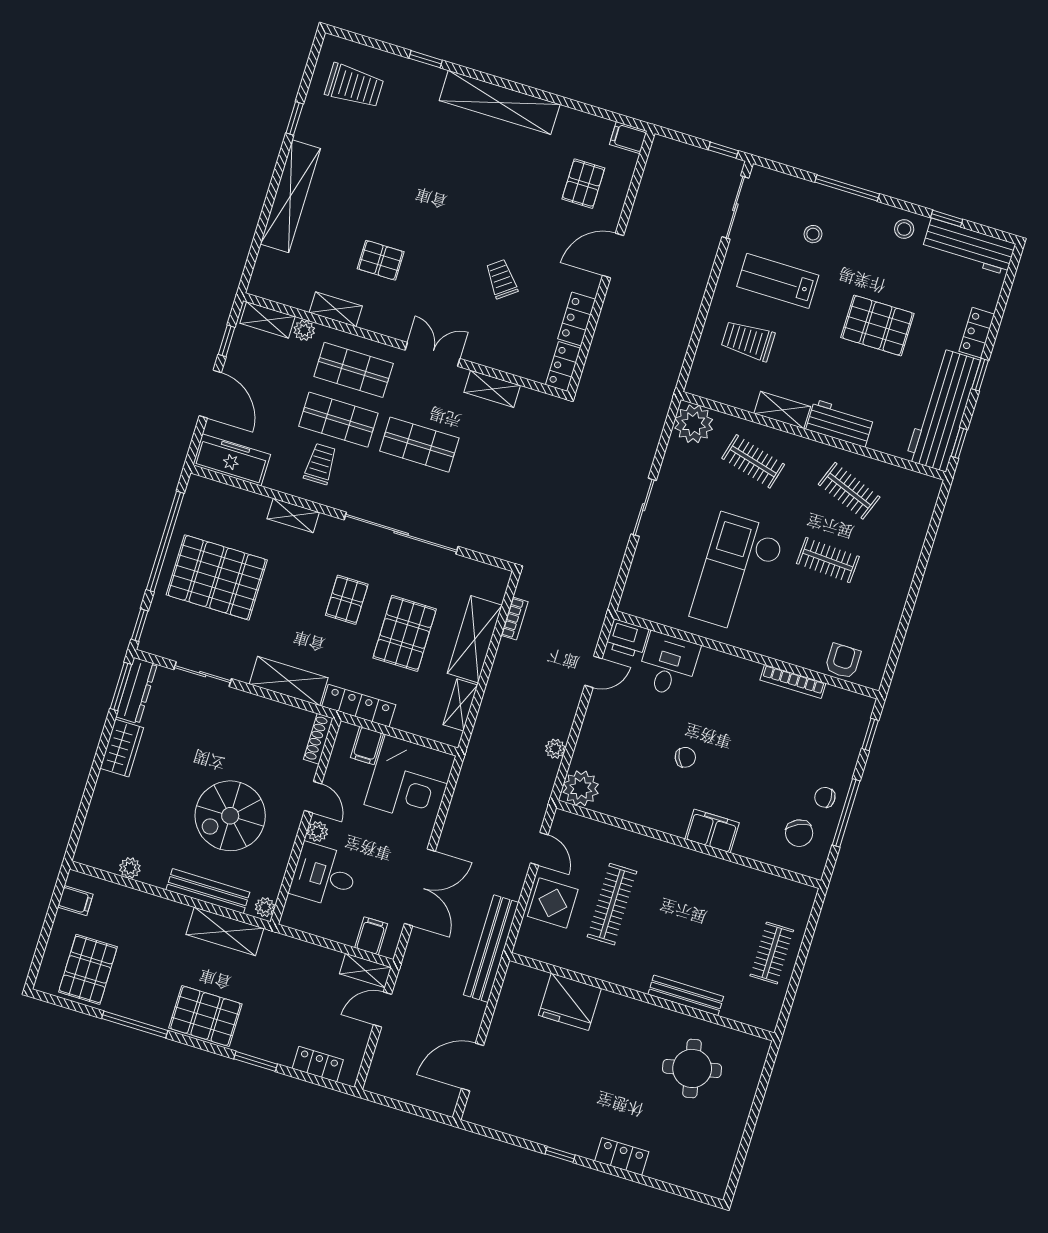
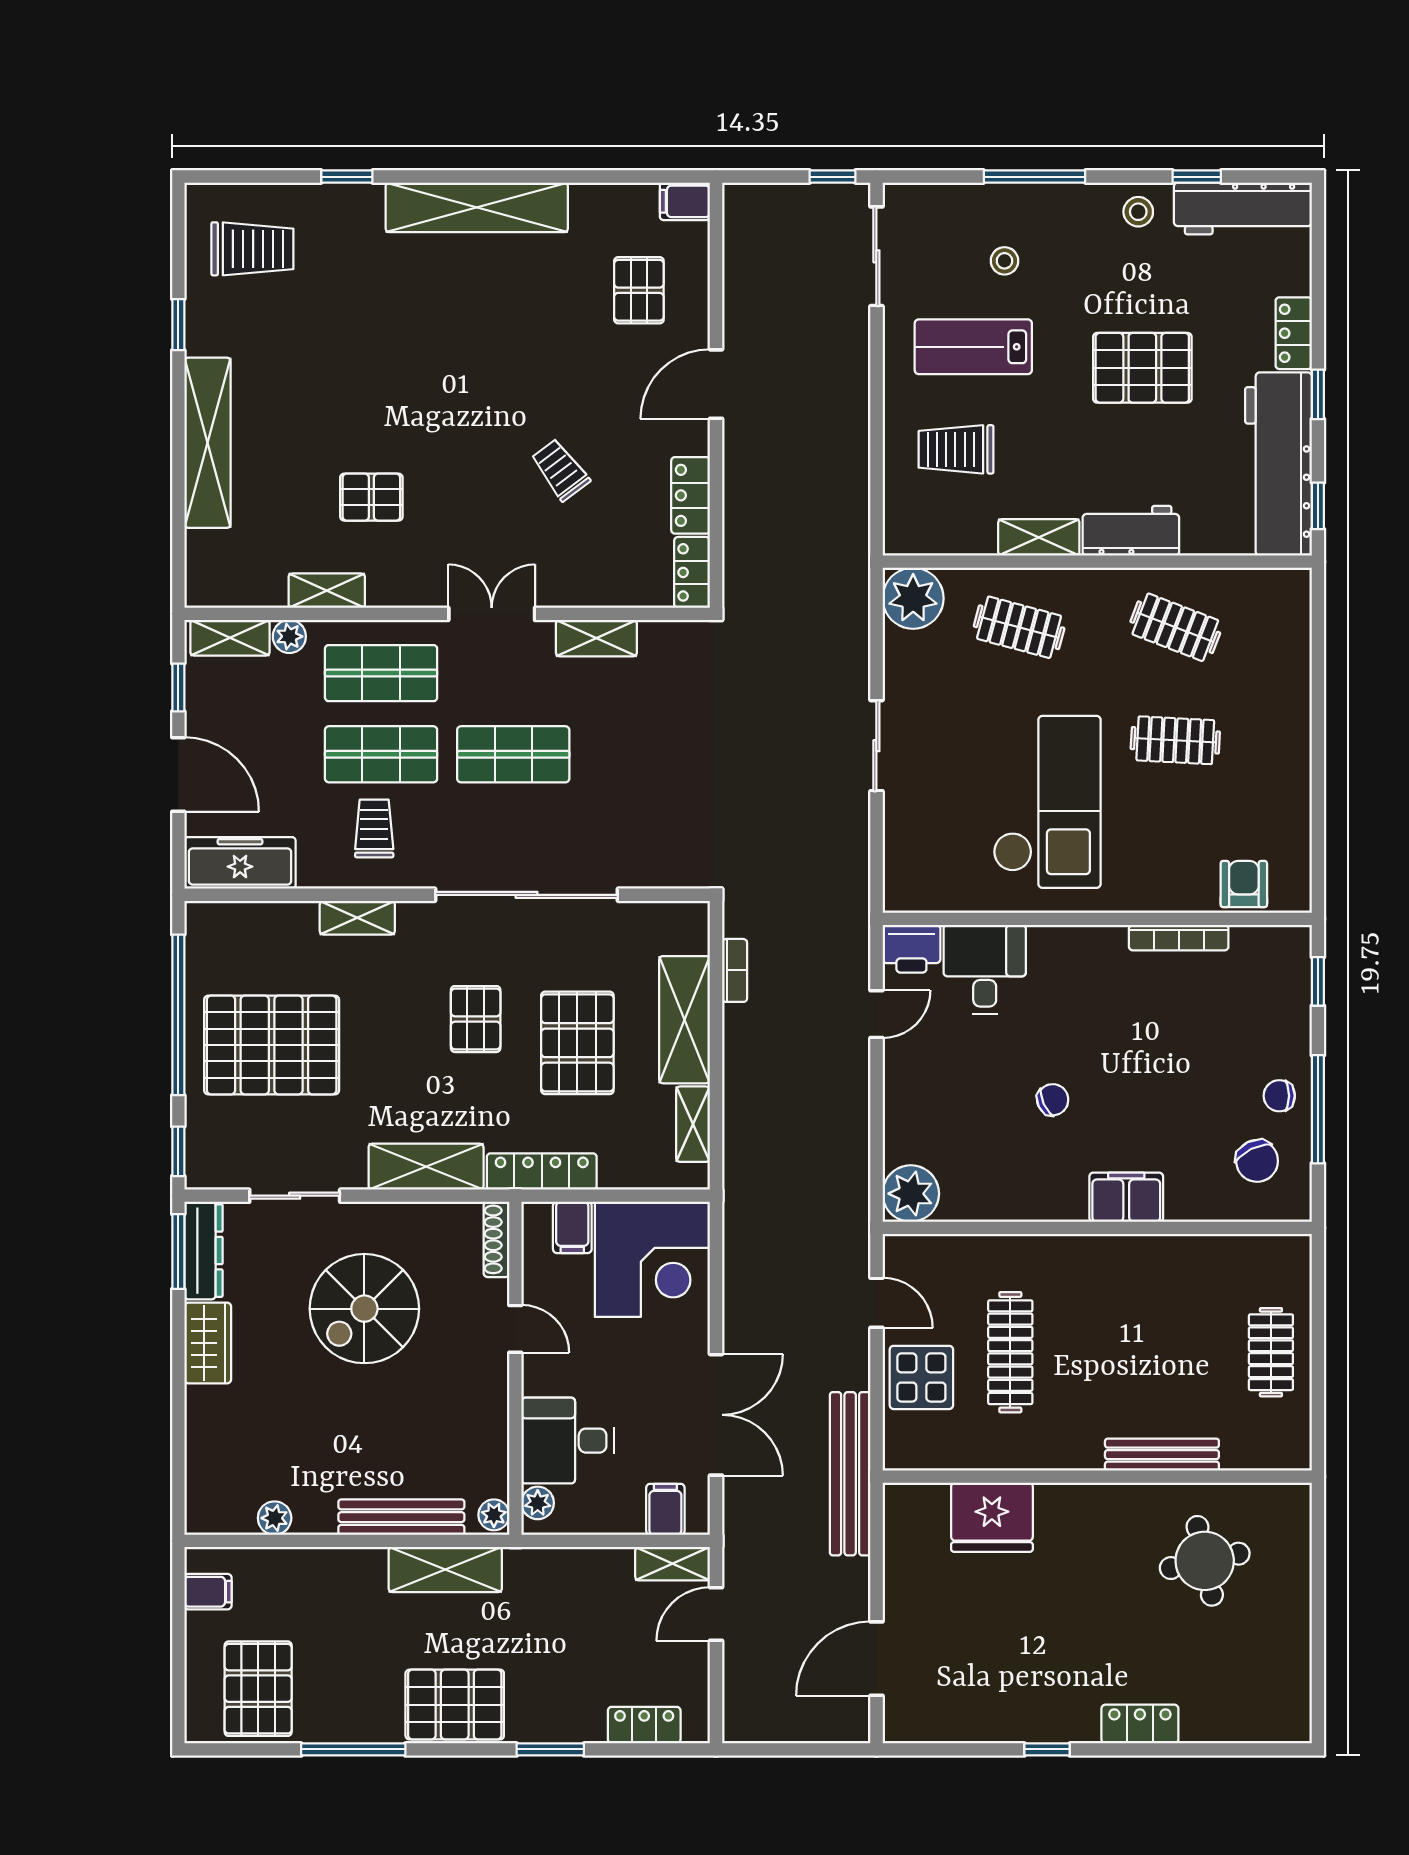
checkout: (738, 574) -> (1047, 802), turned 180
plant: (555, 749) -> (855, 1146), removed
spiral stairs: (230, 816) -> (364, 1309), moved
plant: (317, 832) -> (538, 1503), moved

